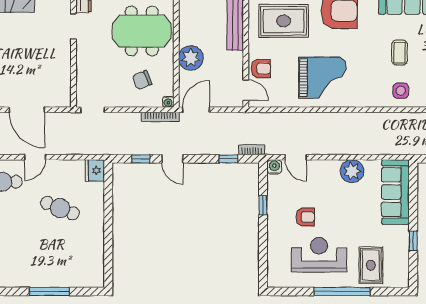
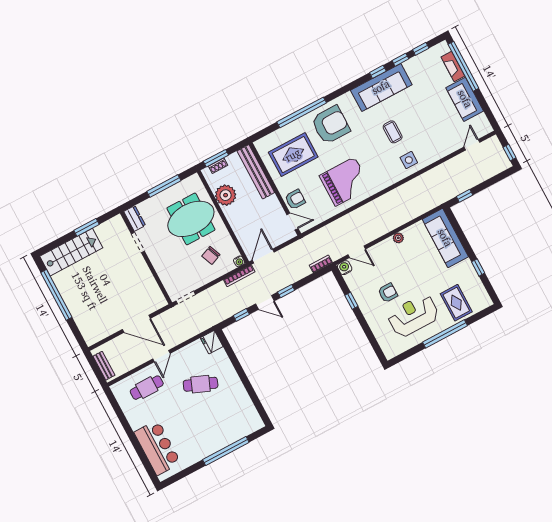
plant: (191, 58) -> (226, 195), moved
window: (228, 159) -> (286, 291), moved
plant: (352, 171) -> (398, 238), width x0.53, depth x0.53
window: (49, 291) -> (226, 451), width x1.46

